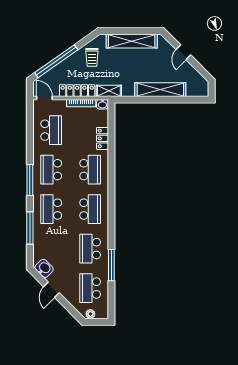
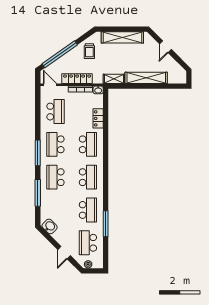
shelving: (109, 91) -> (114, 79), moved
school desk: (90, 249) -> (88, 210), turned 180
door: (51, 290) -> (64, 253), moved

